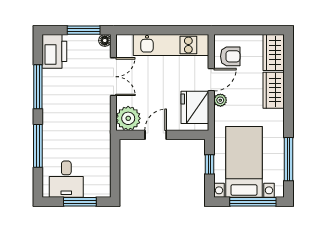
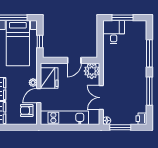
printer: (54, 51) -> (141, 119), width x0.53, depth x0.68
desk: (66, 179) -> (114, 32), moved

